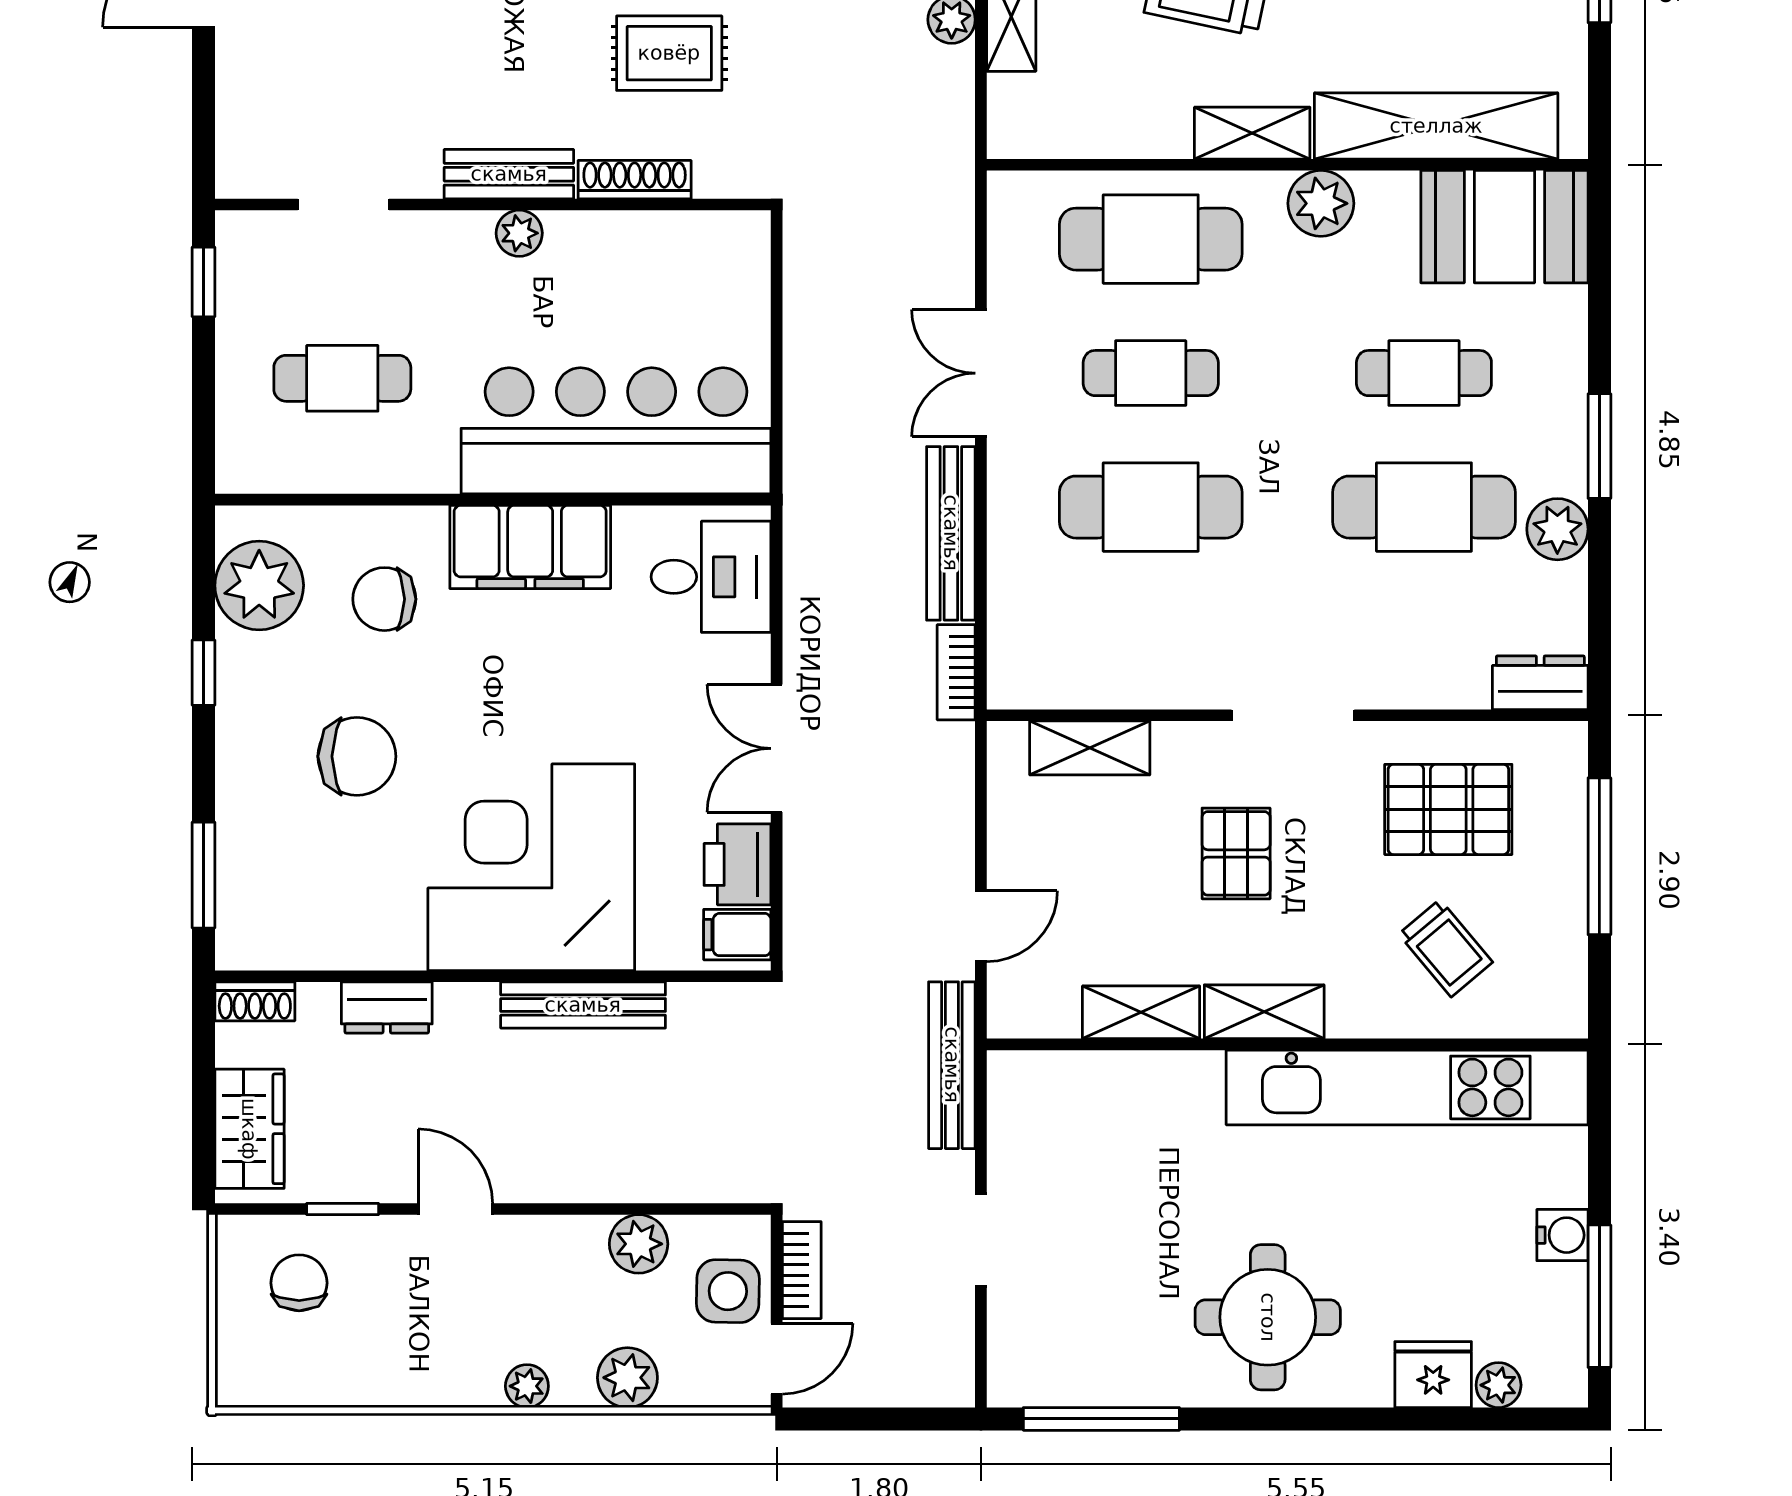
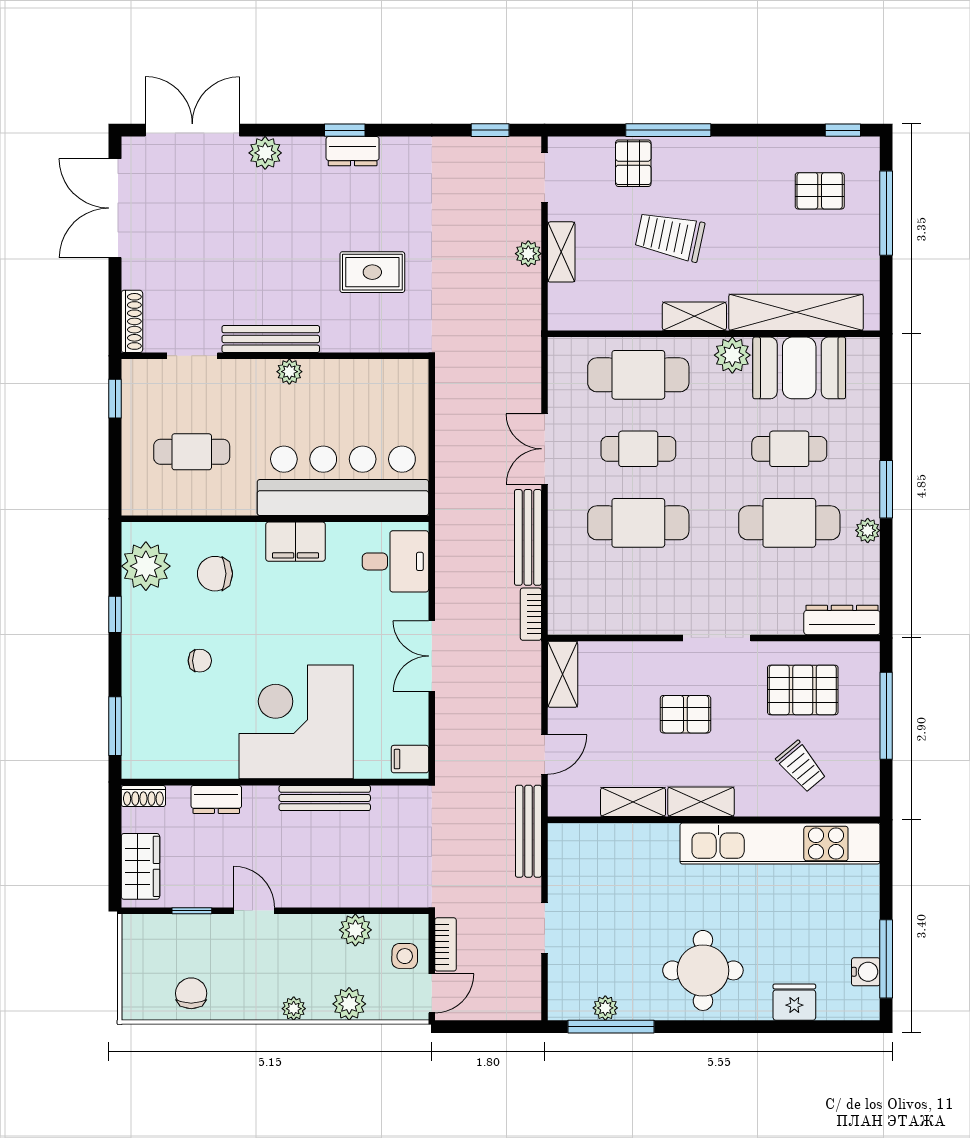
bench: (509, 174) -> (271, 339), width x1.36
shoe rack: (635, 180) -> (132, 321), moved, turned 90
booth: (1504, 227) -> (799, 368), moved
plant: (1557, 529) -> (868, 530), width x0.73, depth x0.73
filing cabinet: (530, 547) -> (296, 542), width x0.67, depth x0.86
dresser: (1540, 683) -> (842, 620), width x1.44
shelving: (1090, 748) -> (563, 674), moved, turned 90
chair: (357, 756) -> (200, 661), width x0.54, depth x0.54
pallet: (1236, 853) -> (685, 714), turned 90
printer: (738, 864) -> (410, 720), removed
water cooler: (1562, 1235) -> (866, 972), moved
chair: (299, 1283) -> (191, 993), moved
side table: (728, 1291) -> (405, 956), width x0.73, depth x0.73
plant: (1499, 1385) -> (605, 1008), moved

